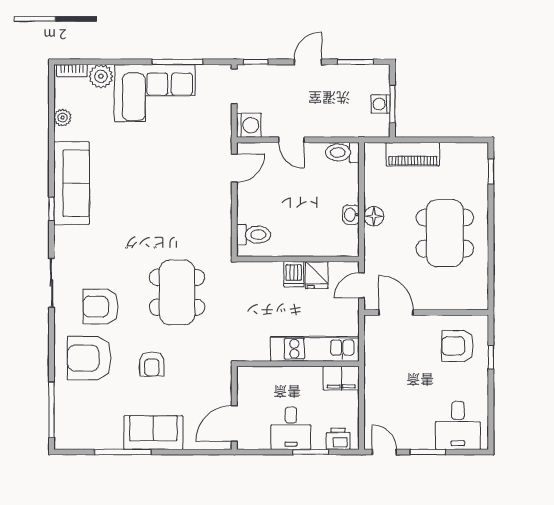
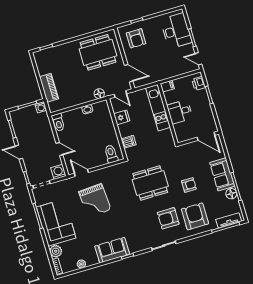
washing machine: (381, 104) -> (41, 107), moved
door: (291, 140) -> (59, 149), hinge flipped
grand piano: (174, 178) -> (95, 201), added
sofa: (72, 183) -> (112, 250), width x0.73
floor lamp: (374, 216) -> (99, 94), moved
dining table: (445, 233) -> (98, 52), moved
dishwasher: (294, 274) -> (129, 142), moved
armchair: (101, 307) -> (168, 218), turned 90
door: (396, 312) -> (129, 73), swing flipped
armchair: (89, 358) -> (195, 216), turned 180
filing cabinet: (341, 378) -> (167, 86), width x0.50
tv unit: (63, 419) -> (229, 220), added
desk: (458, 425) -> (176, 31), width x1.37
desk: (291, 428) -> (180, 112), moved, turned 180
floor lamp: (112, 439) -> (231, 194), added
door: (384, 452) -> (198, 59), hinge flipped

